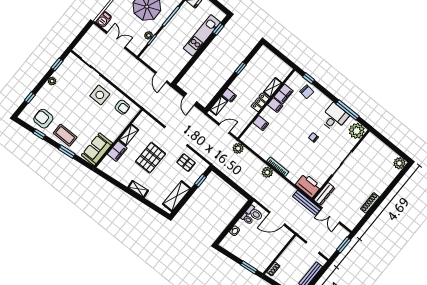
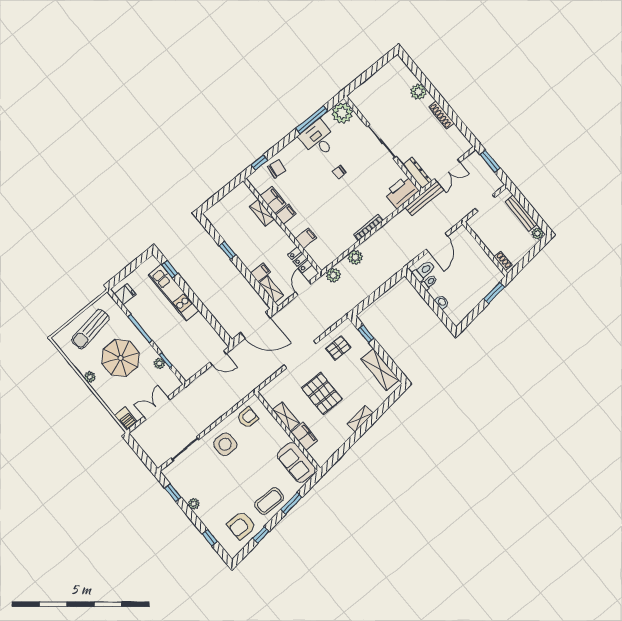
door: (190, 99) -> (255, 325), width x1.88
locker: (260, 102) -> (300, 260), moved
plant: (399, 163) -> (419, 92), moved
plant: (267, 172) -> (355, 257), moved

